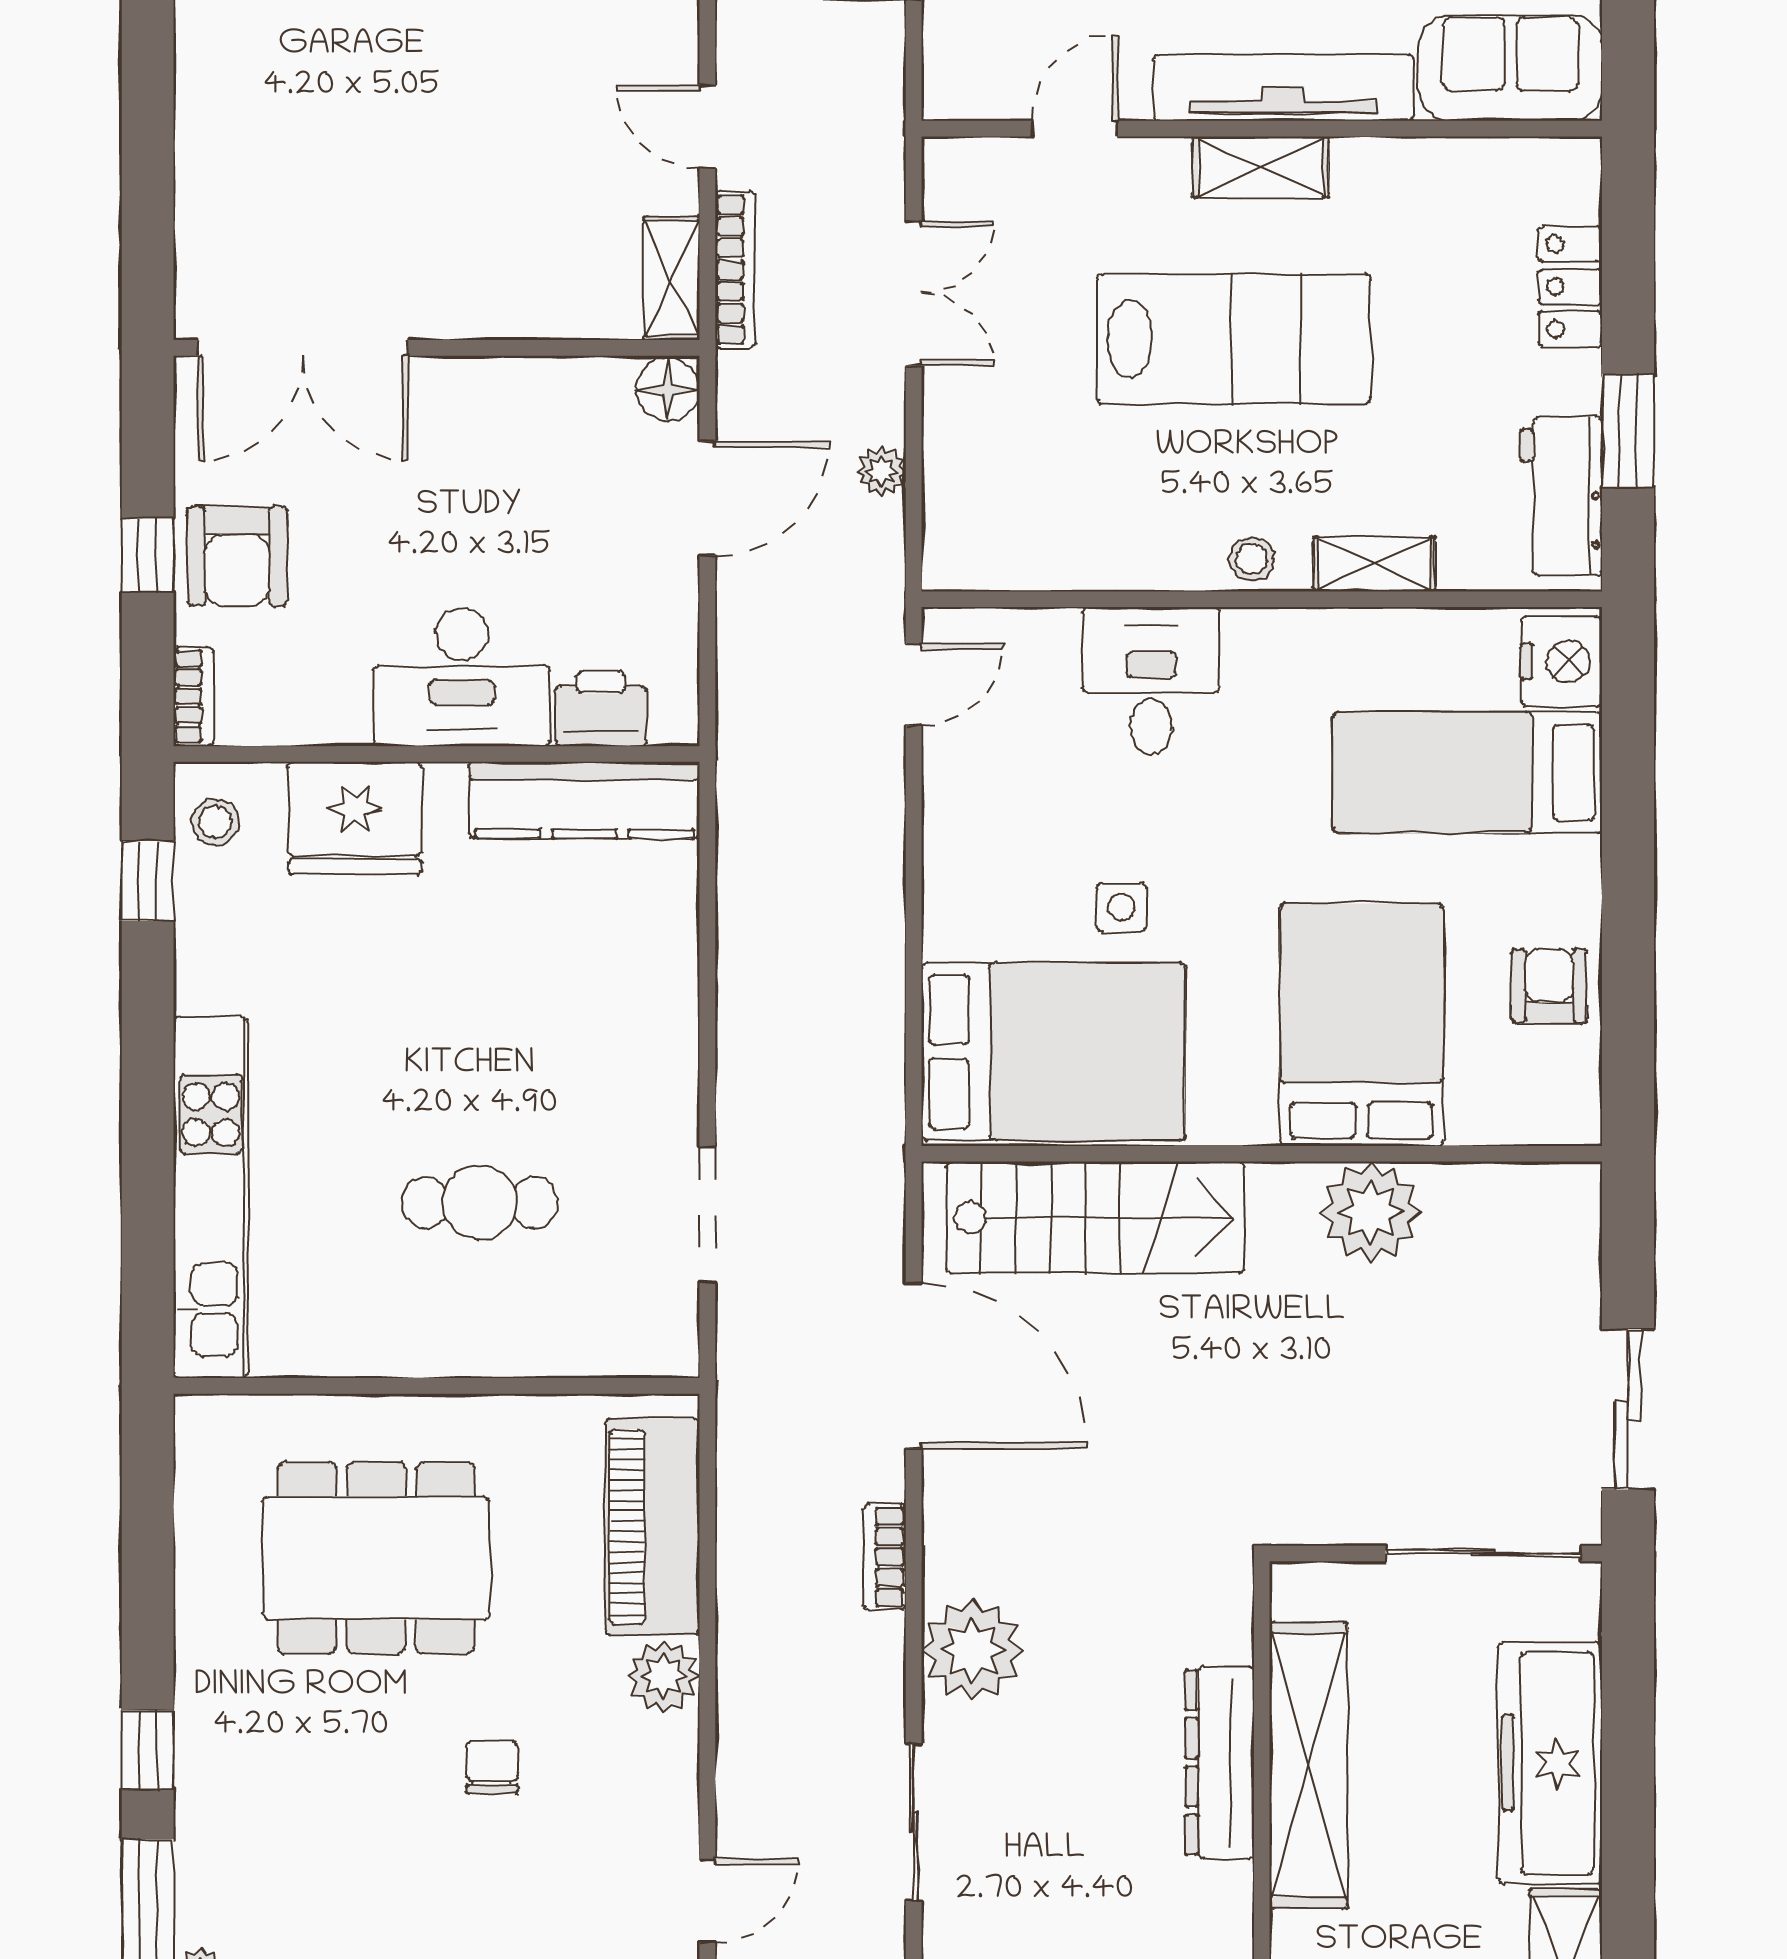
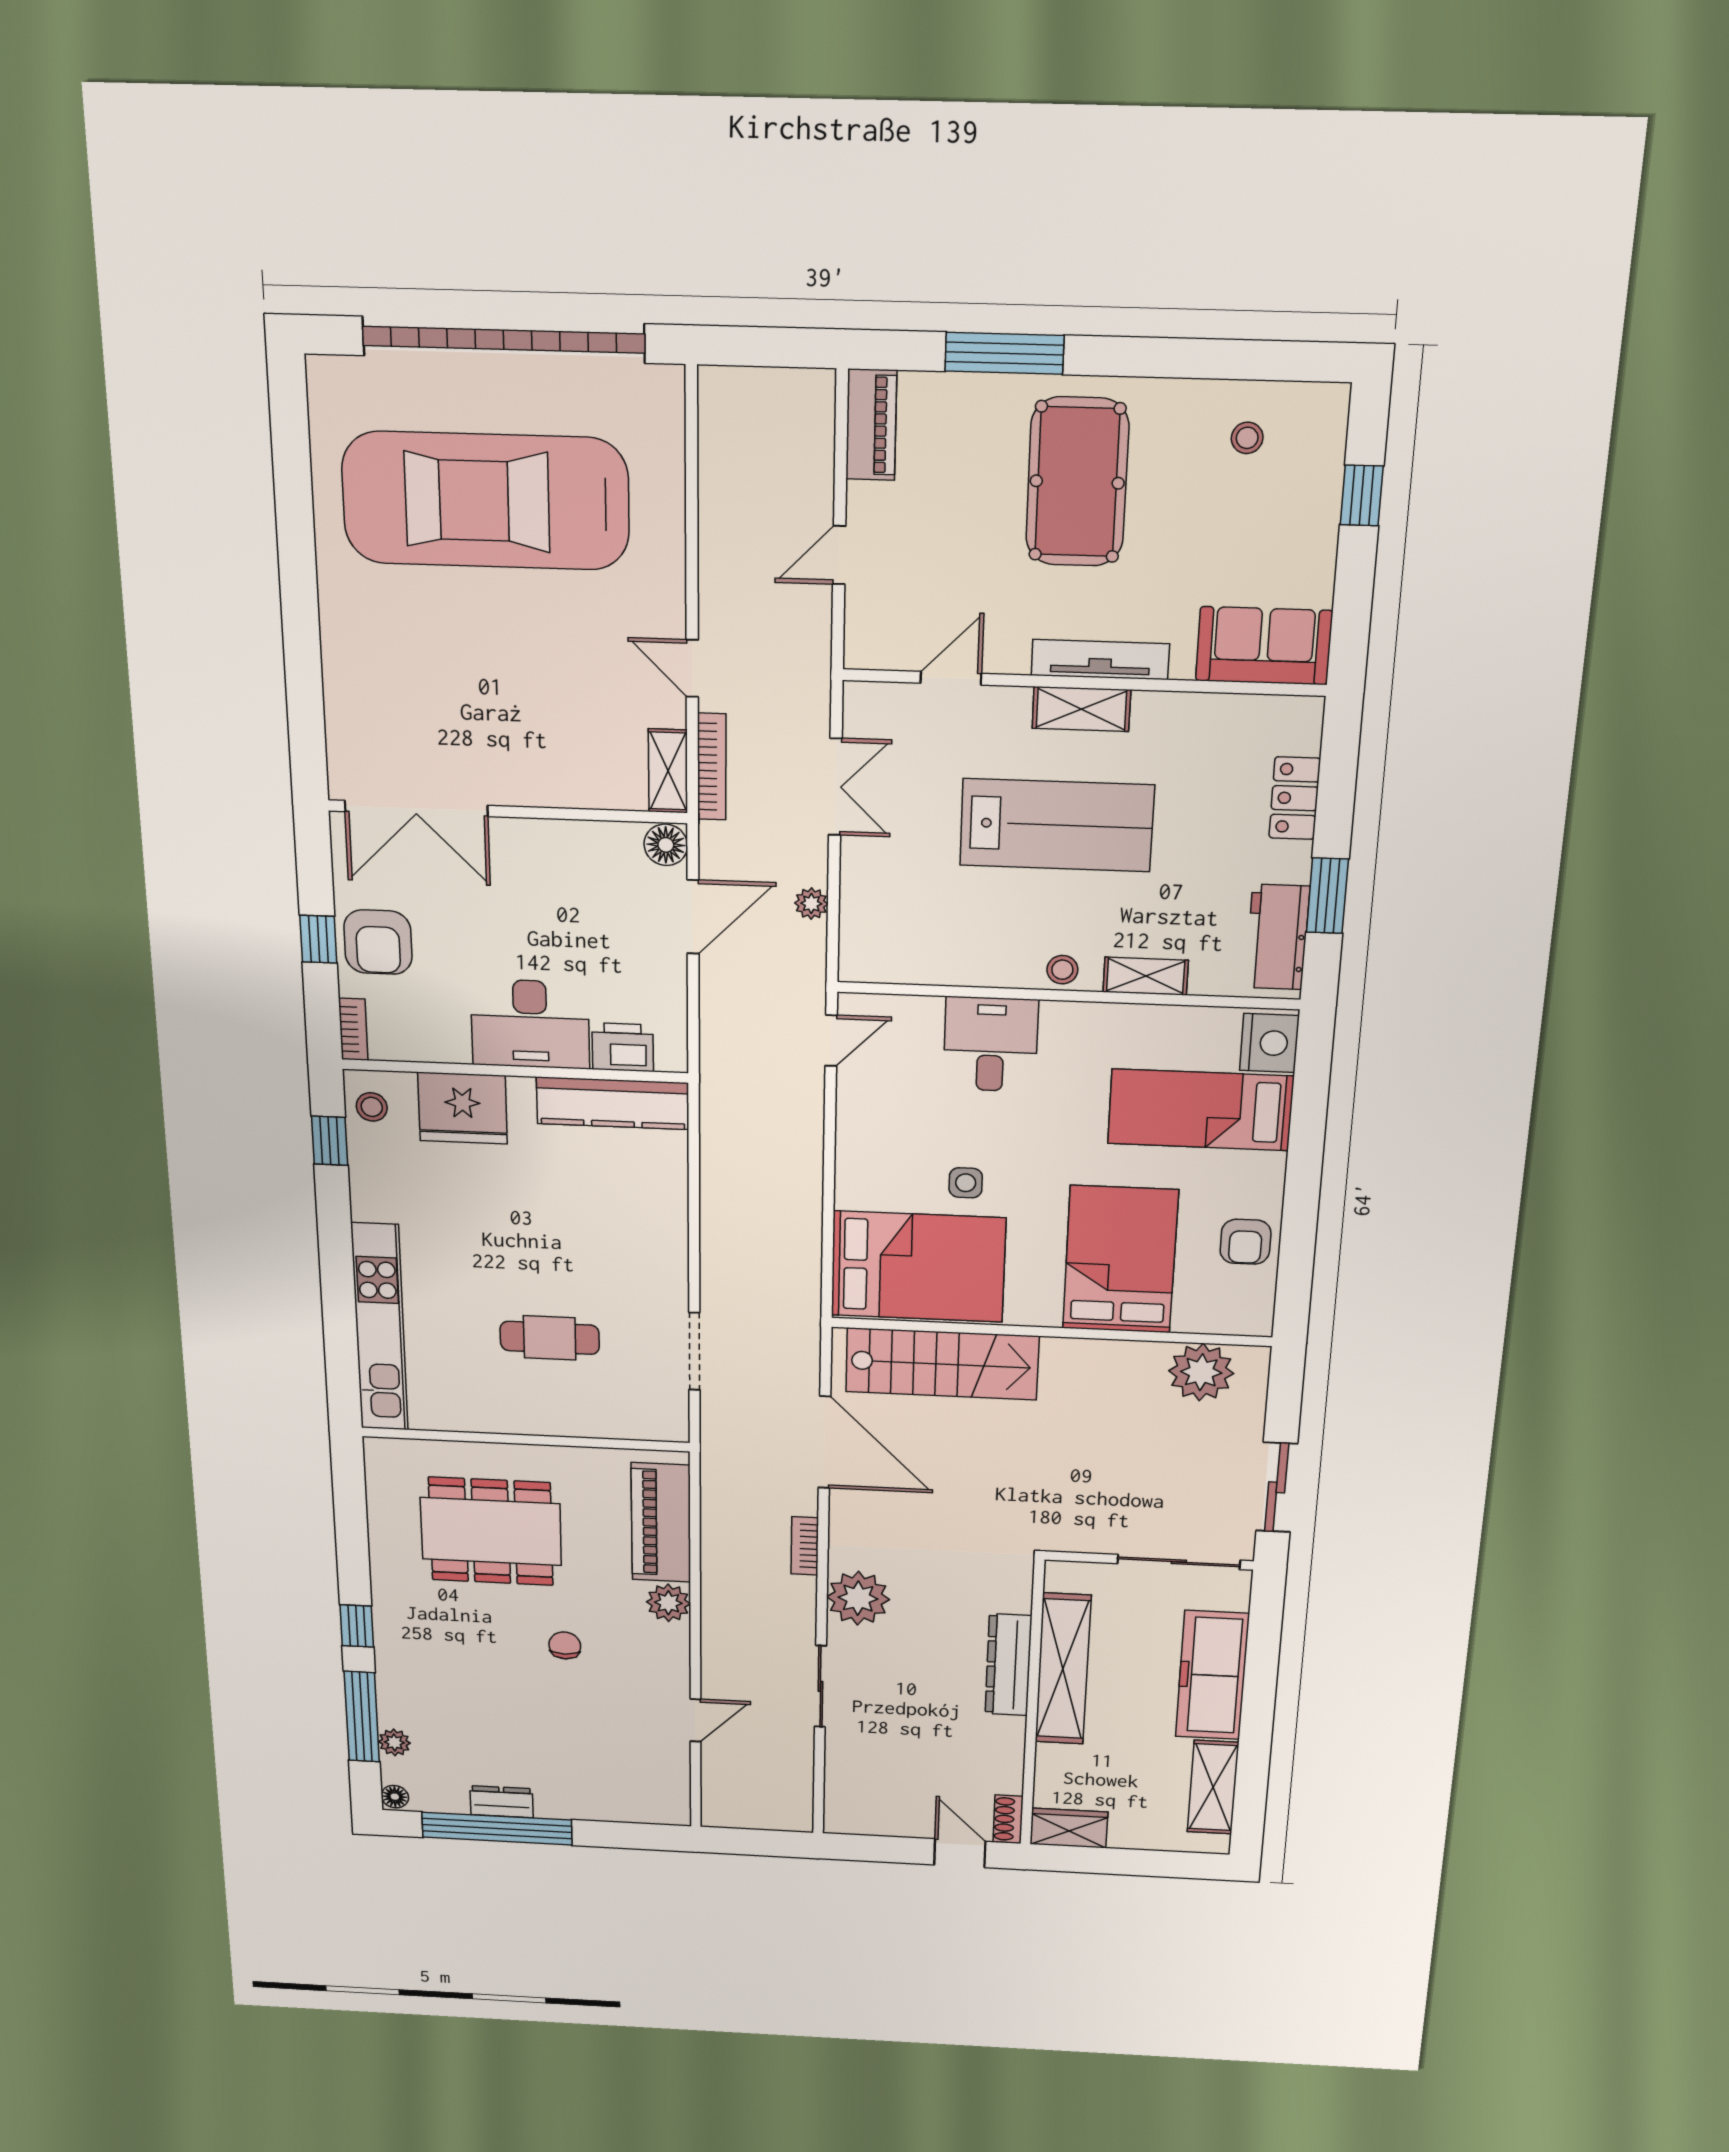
tv unit: (1284, 88) -> (1100, 660), width x0.73, depth x0.78
armchair: (1549, 986) -> (1245, 1242), turned 180
plant: (1371, 1212) -> (1201, 1372), moved

